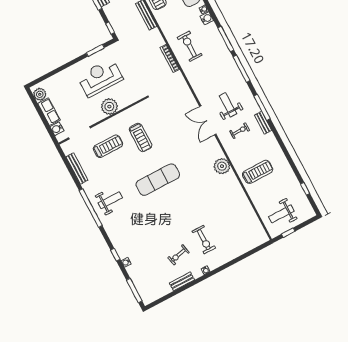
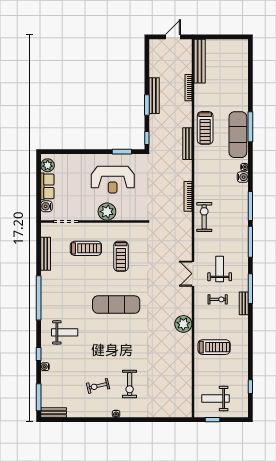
exercise bike: (190, 46) -> (204, 217), moved
reception desk: (100, 78) -> (113, 180), turned 180
double door: (208, 120) -> (193, 274), width x0.73
weight bench: (110, 200) -> (65, 332), moved
bench: (182, 281) -> (54, 413), moved

